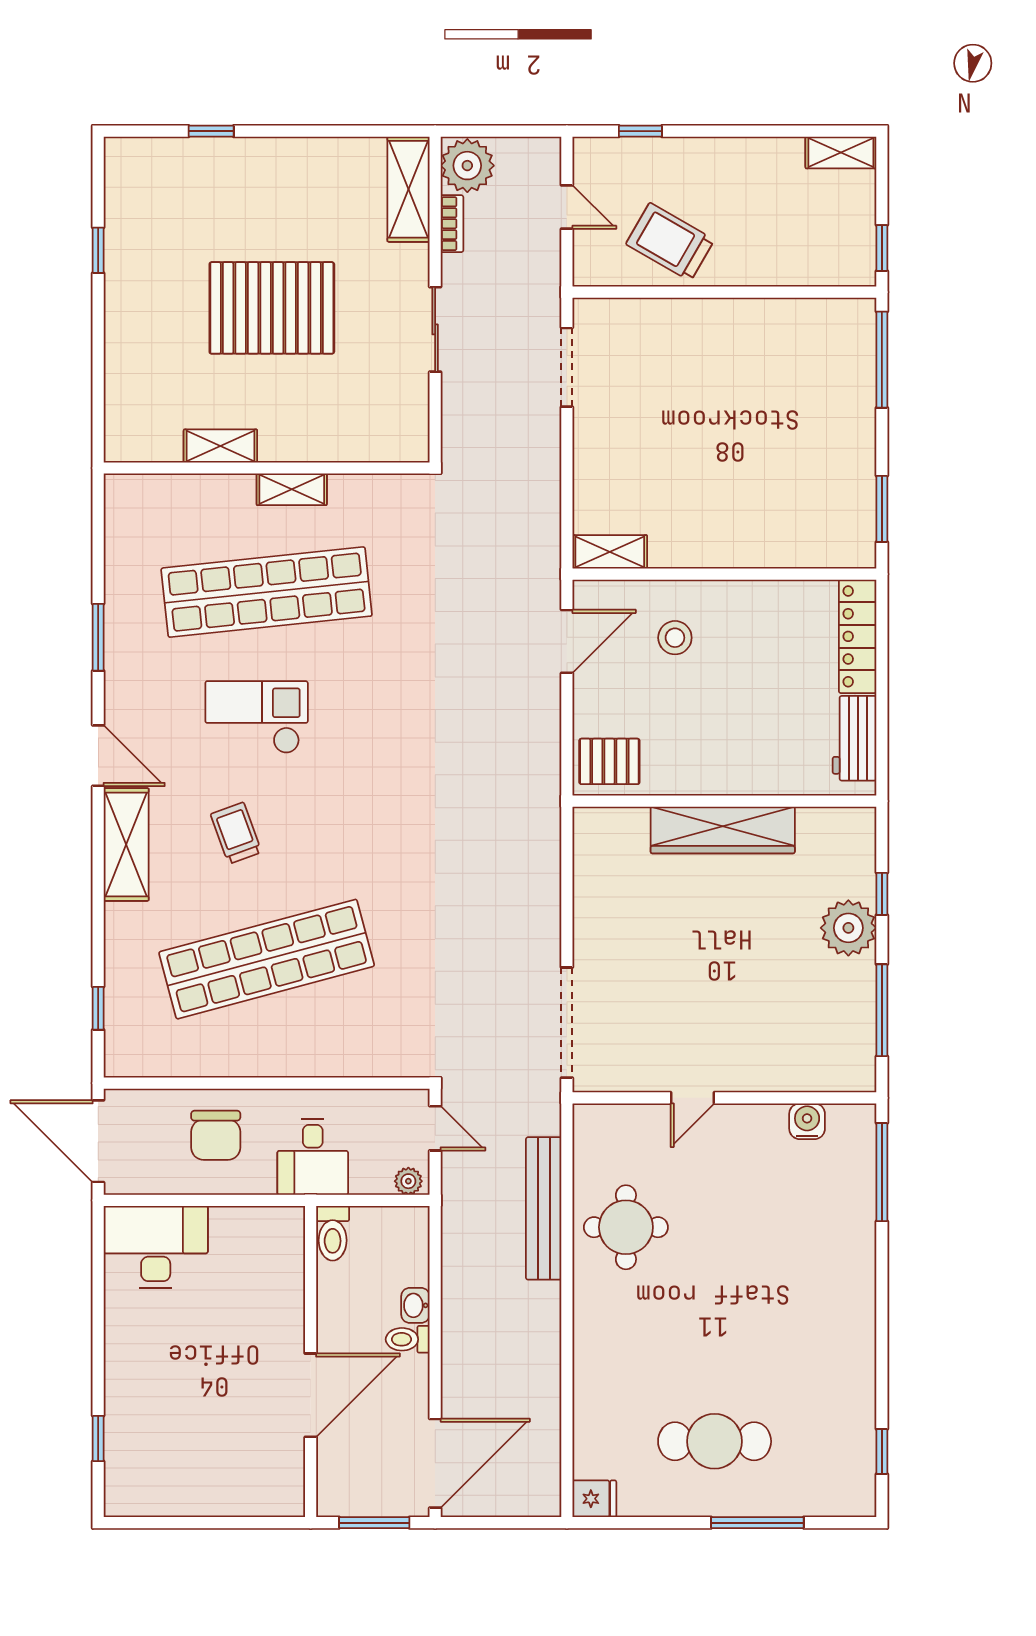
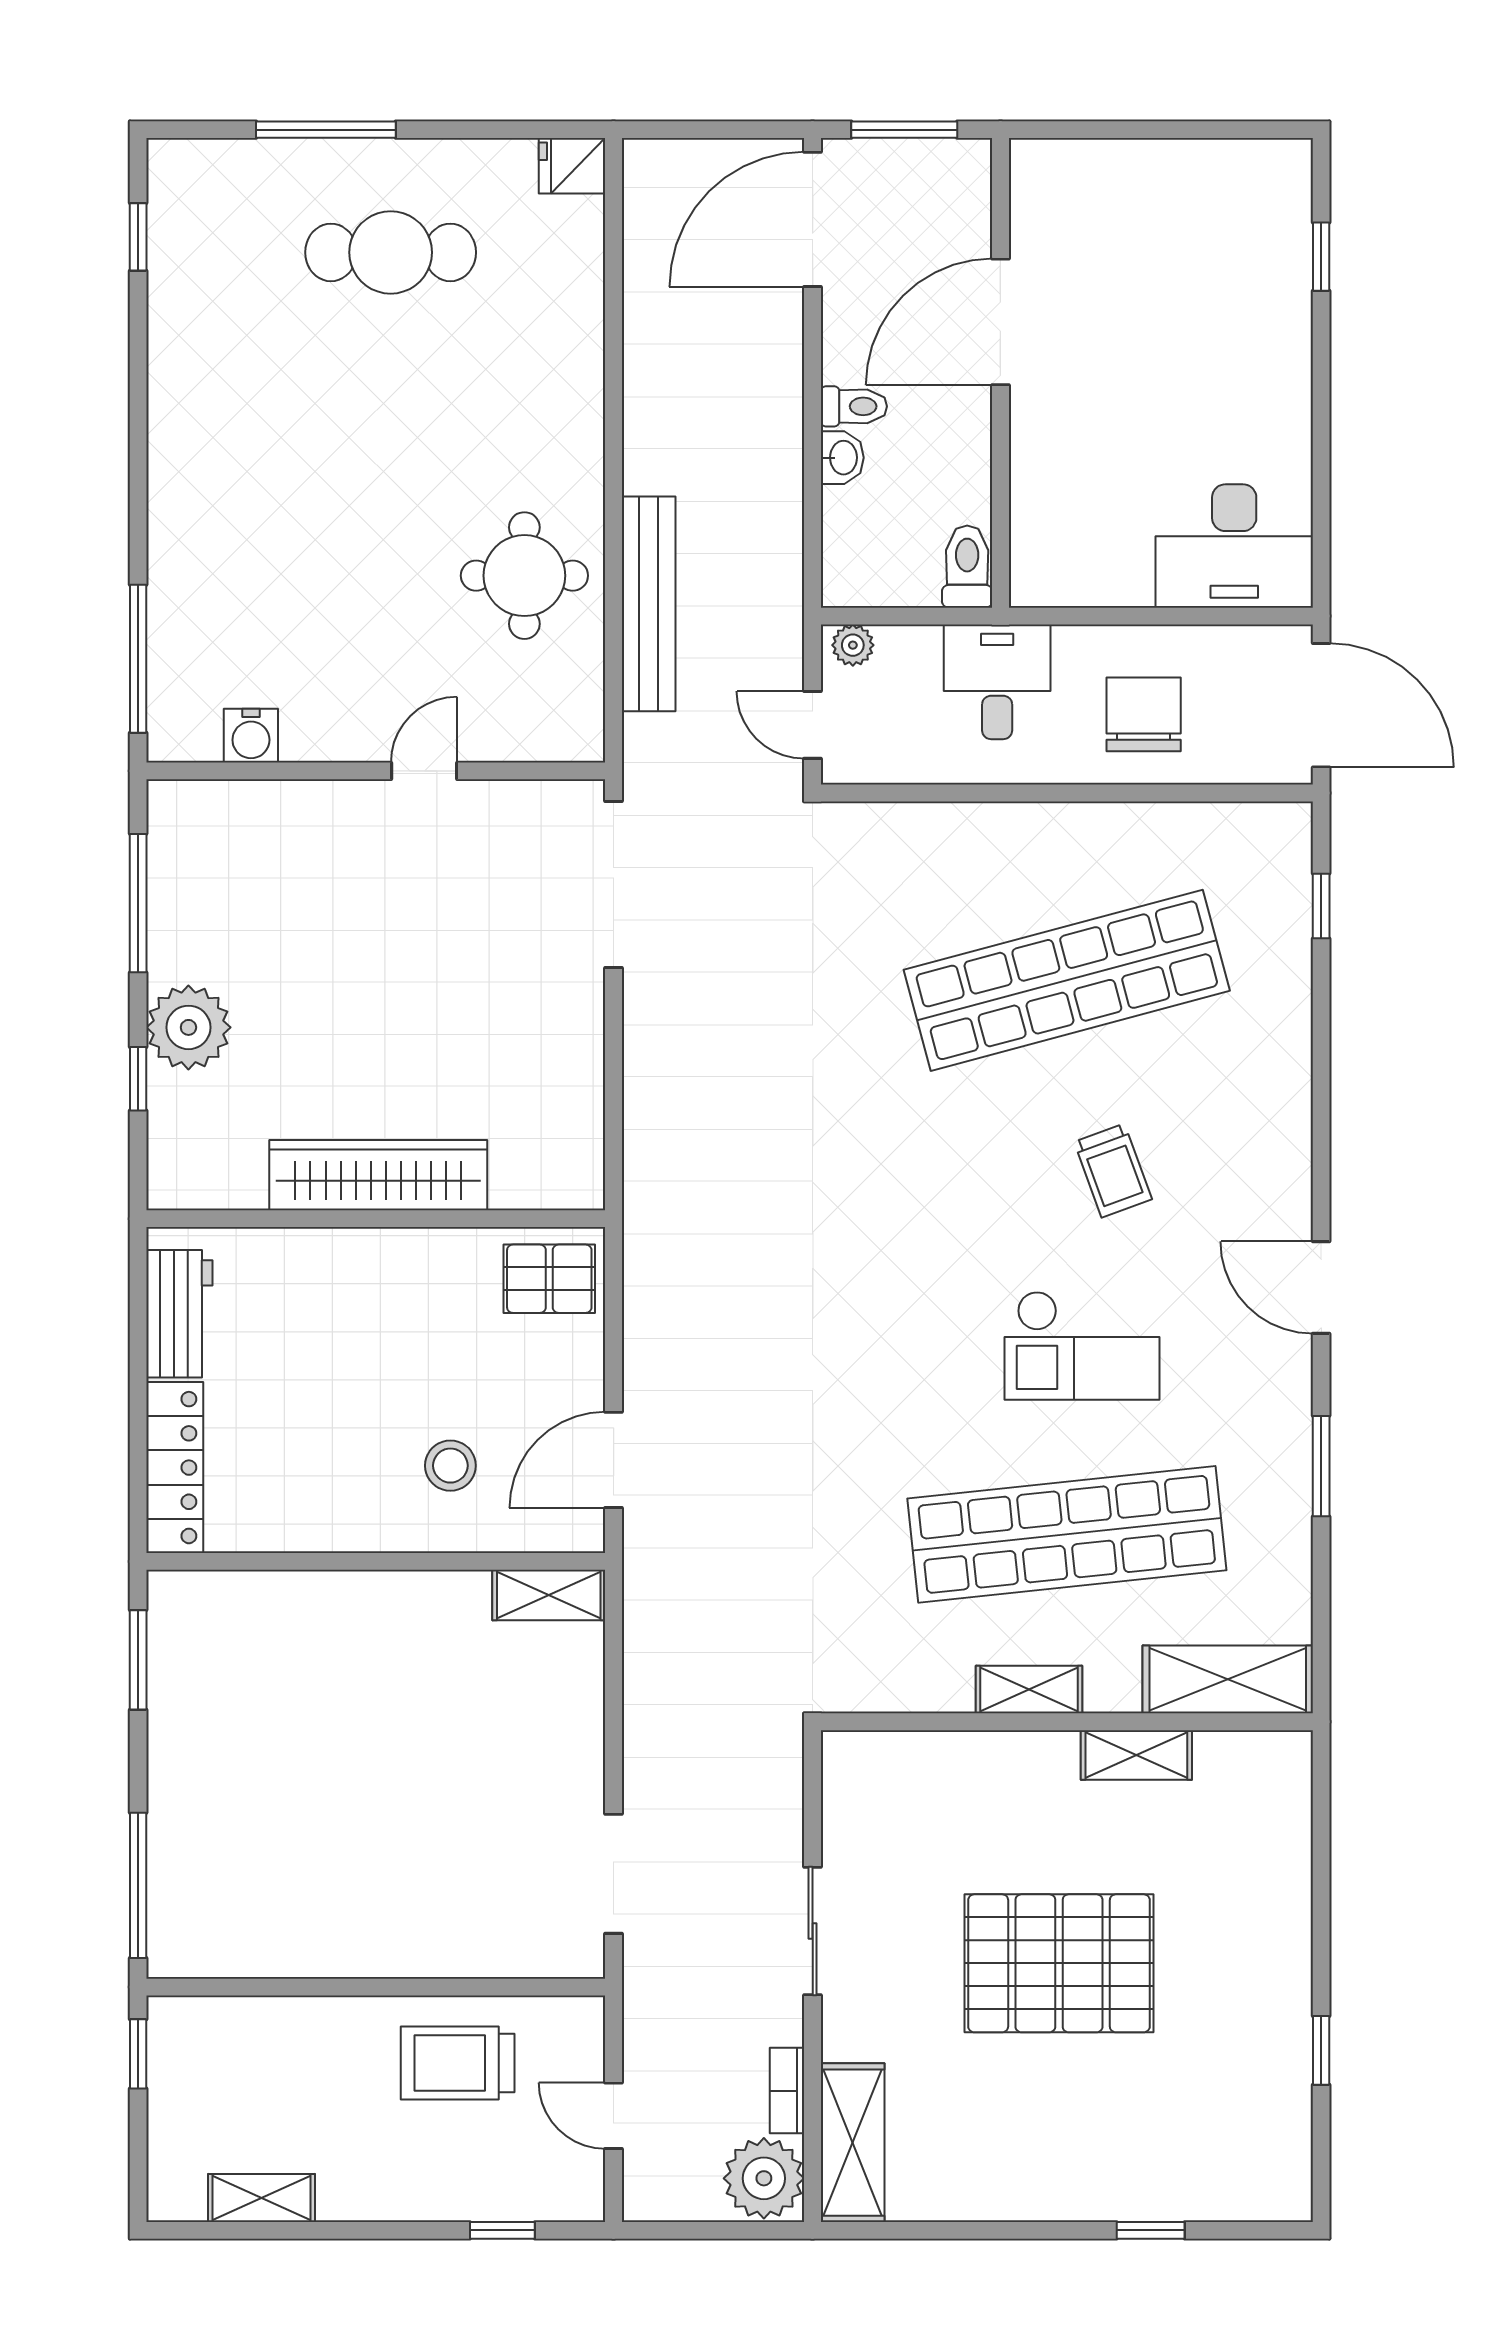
shelving: (841, 153) -> (261, 2198), moved
trolley: (670, 242) -> (458, 2063), turned 150
shelving: (126, 844) -> (1228, 1679), moved, turned 90

